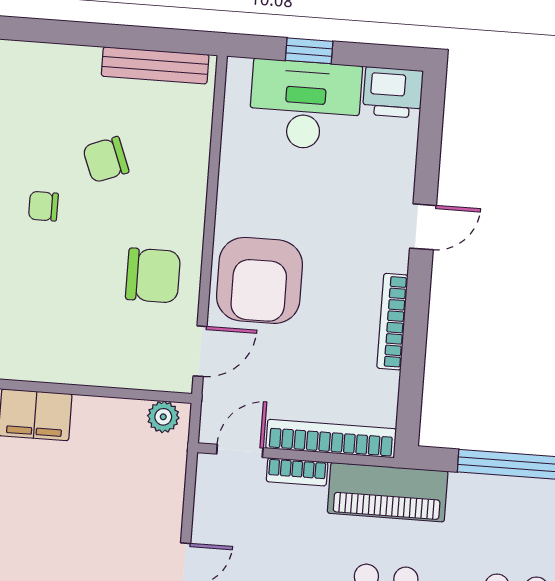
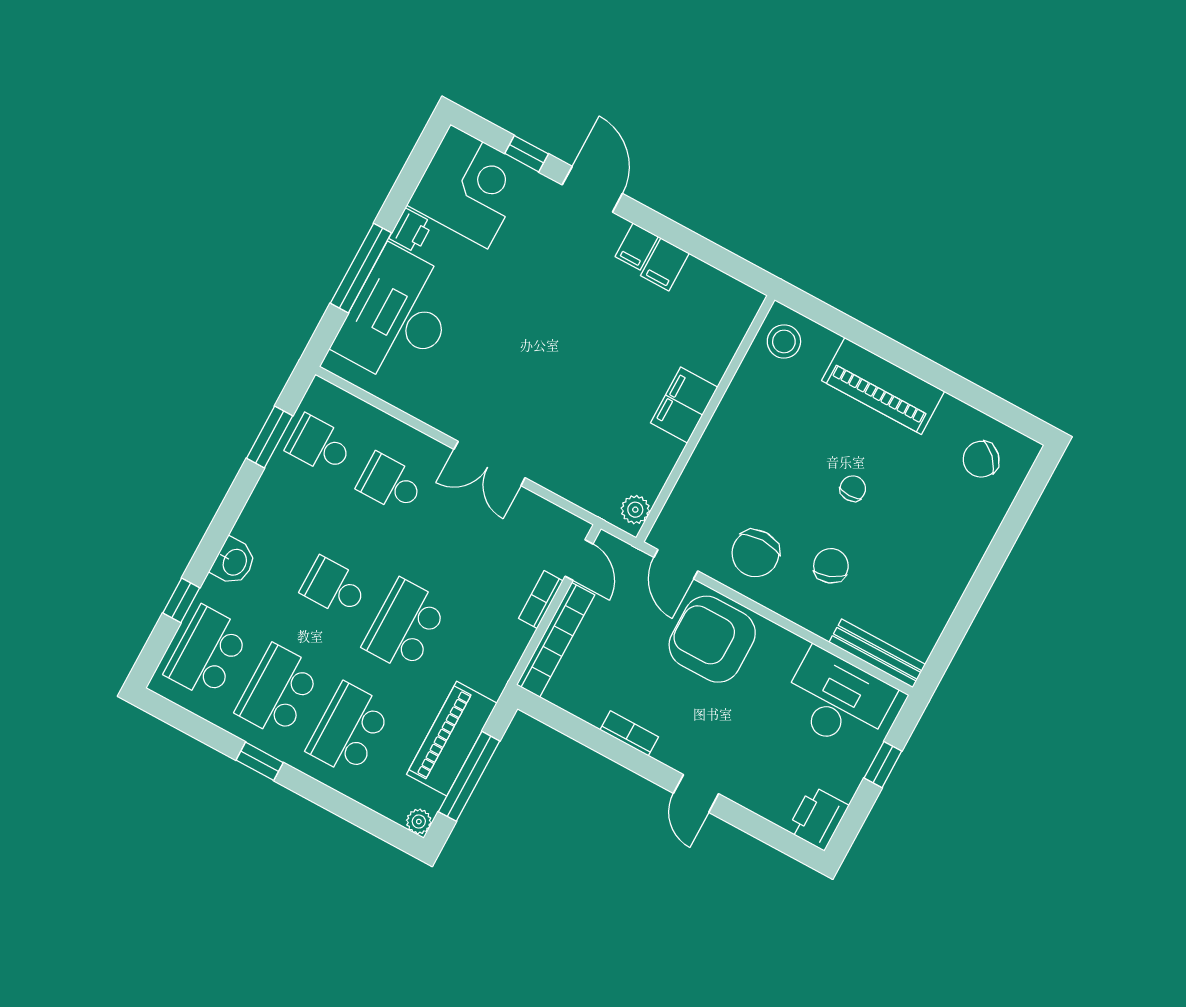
bench: (155, 65) -> (877, 653), moved, turned 90
desk: (305, 105) -> (838, 700), moved, turned -90
chair: (106, 160) -> (831, 566), moved
bookcase: (392, 322) -> (629, 733), width x0.64
piano: (388, 492) -> (452, 739), moved

